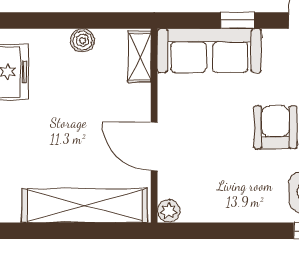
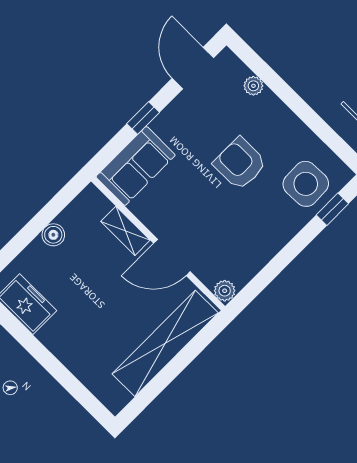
sofa: (209, 51) -> (136, 166), width x0.73
shelving: (139, 57) -> (125, 231), moved

